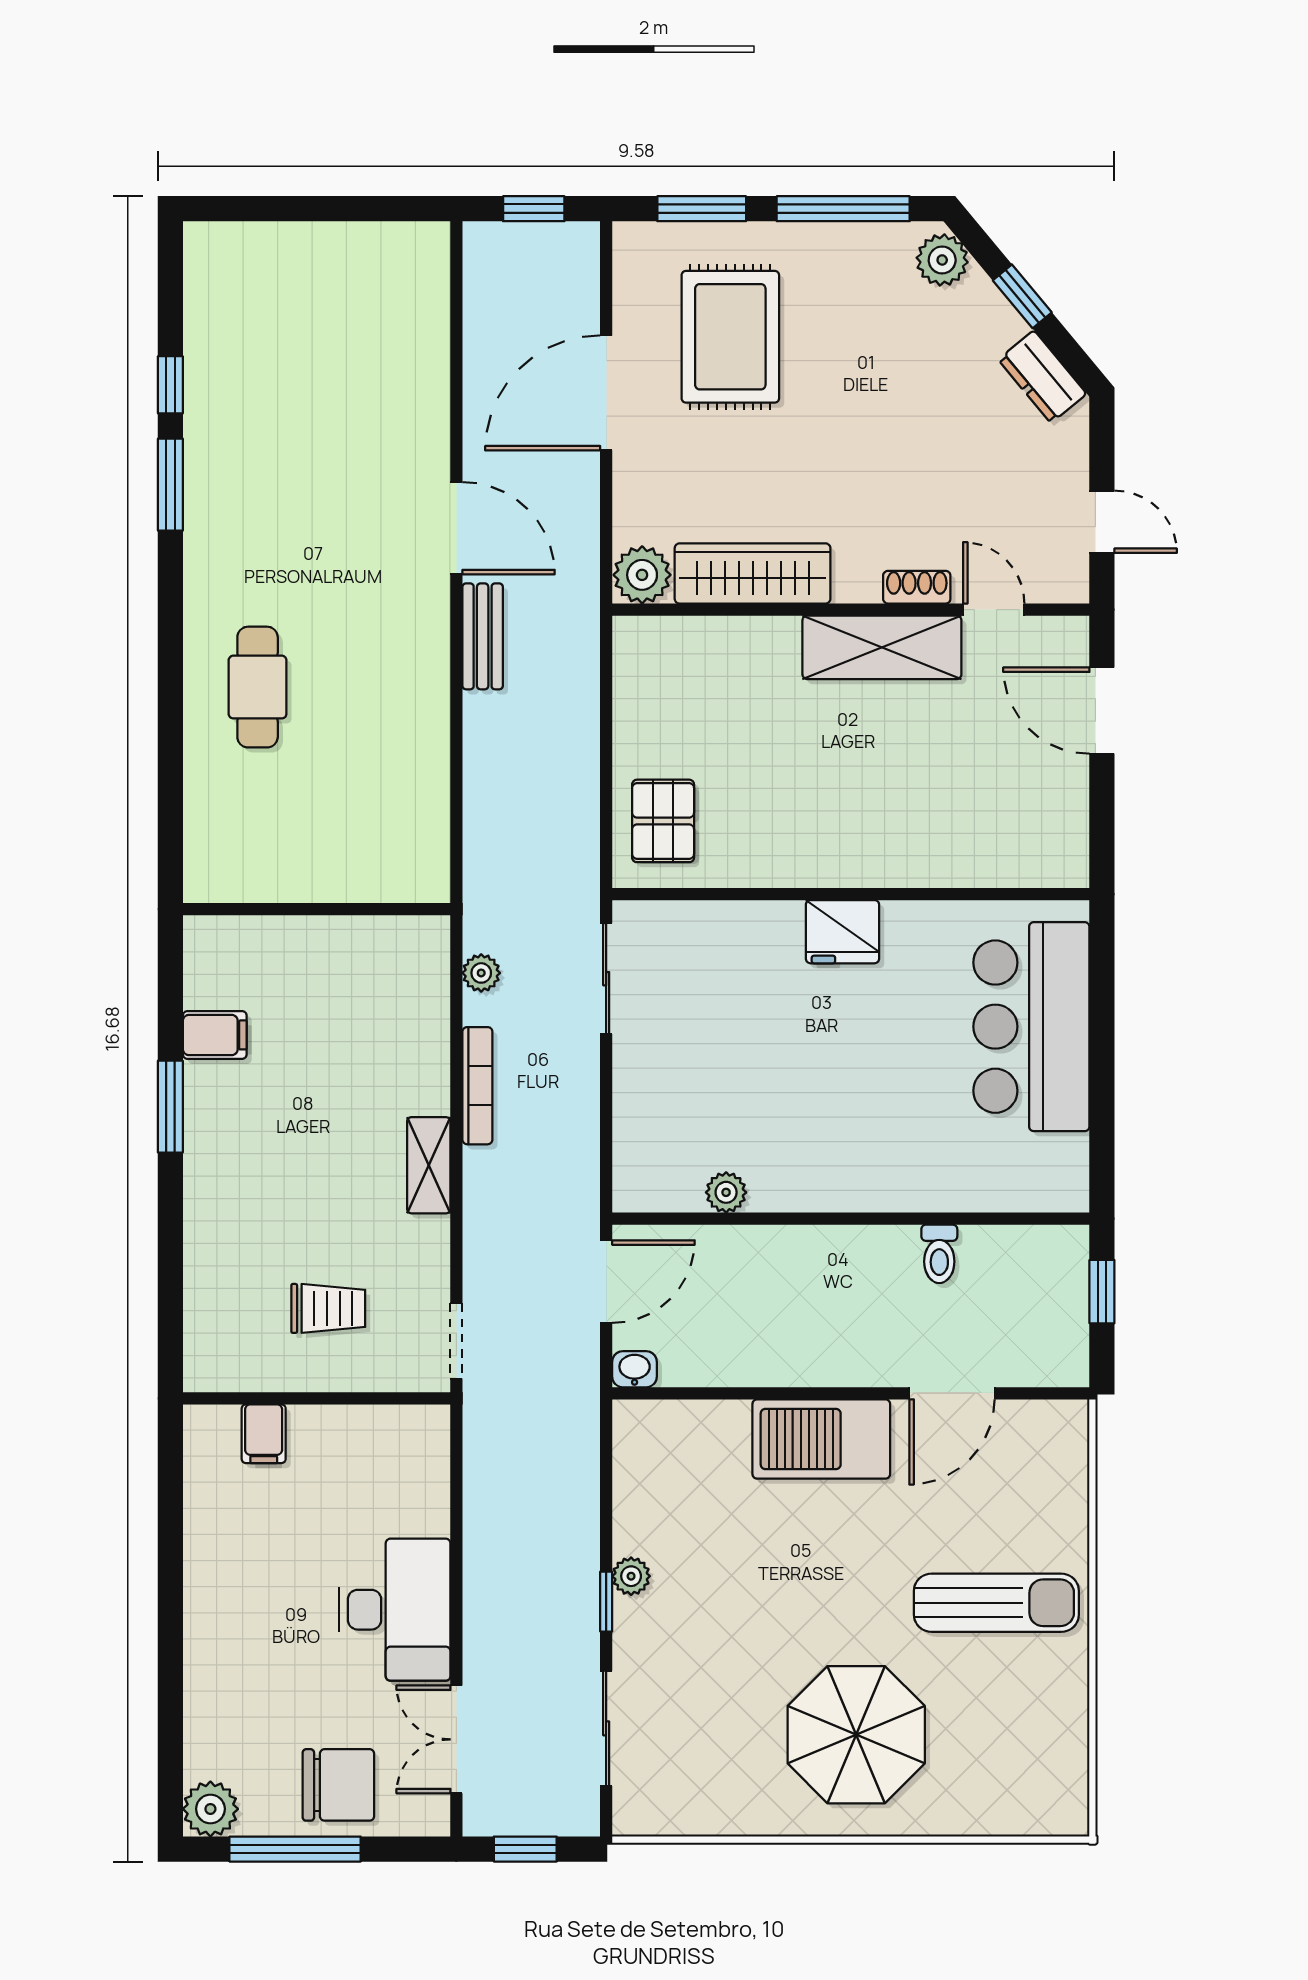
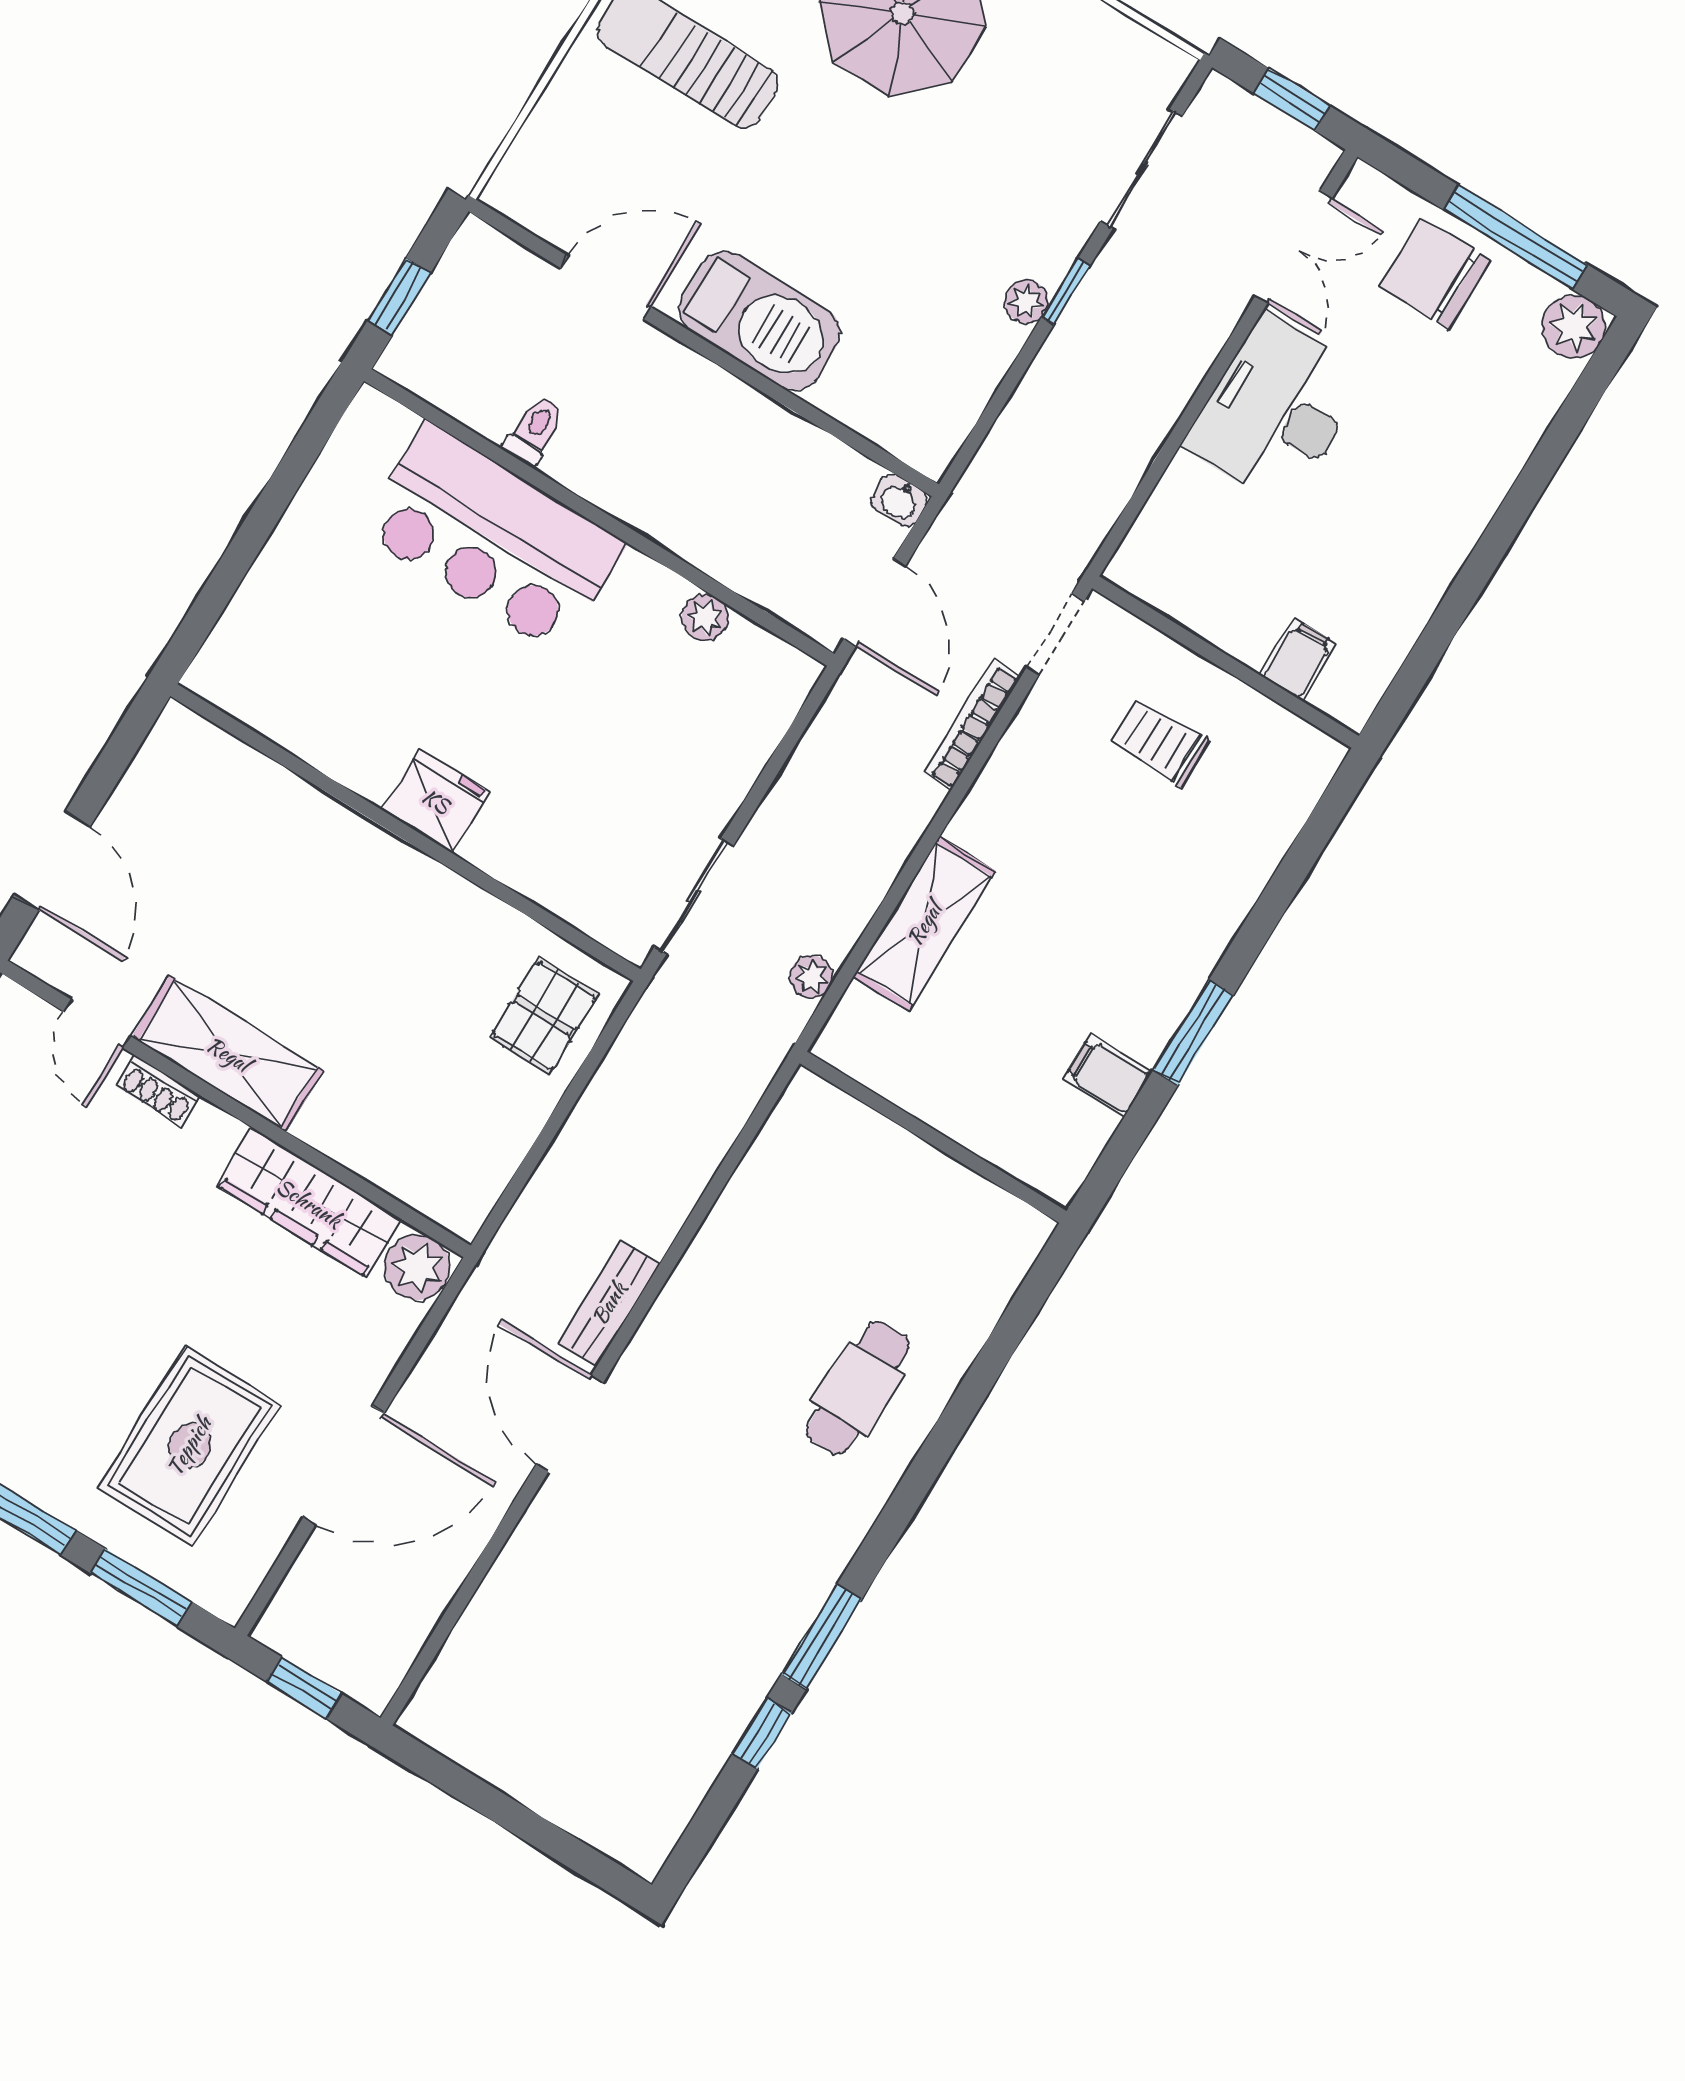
bar counter: (1031, 1027) -> (492, 537), moved, turned 90
bookcase: (477, 1086) -> (971, 725), moved
shelving: (429, 1165) -> (924, 924), moved, width x1.50, depth x1.33
door: (606, 1282) -> (875, 602), swing flipped

